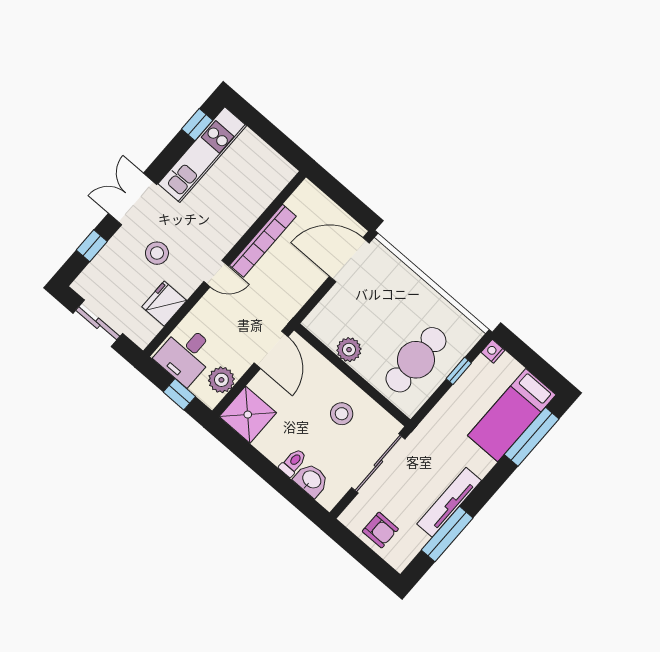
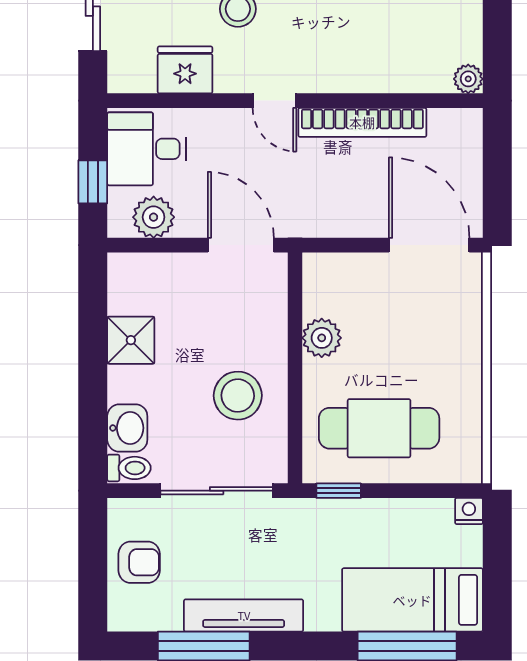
plant: (286, 172) -> (468, 79), added
door: (271, 350) -> (241, 245), swing flipped
window: (459, 371) -> (339, 491), moved
stool: (342, 414) -> (238, 396), width x1.38, depth x1.38
shower: (248, 415) -> (131, 340), moved, width x0.73, depth x0.73
toilet: (293, 463) -> (129, 468), moved
armchair: (380, 530) -> (139, 562), turned -90

